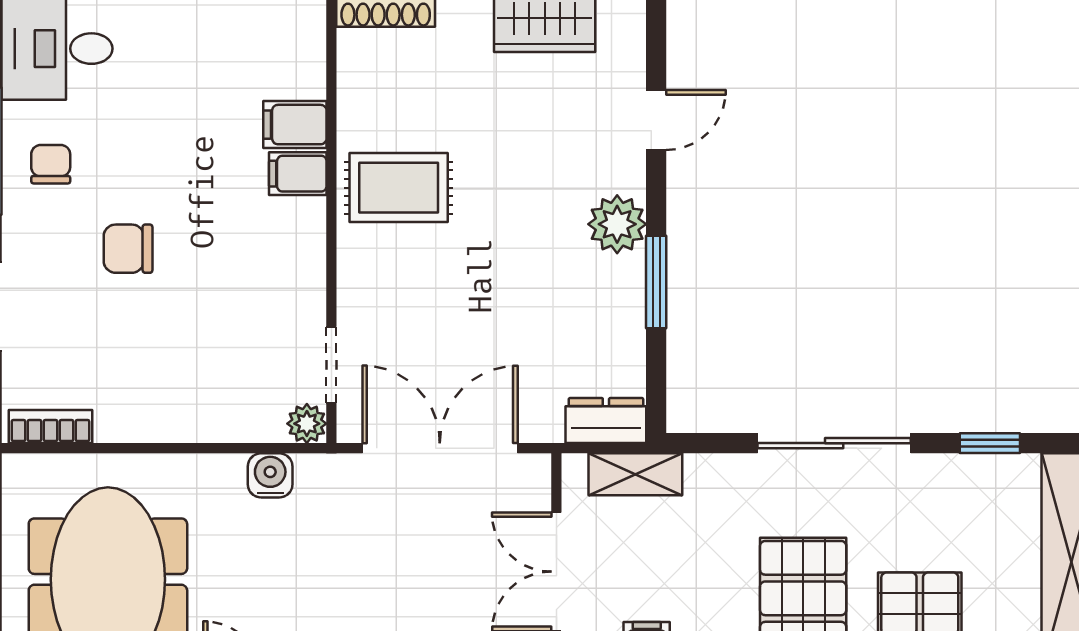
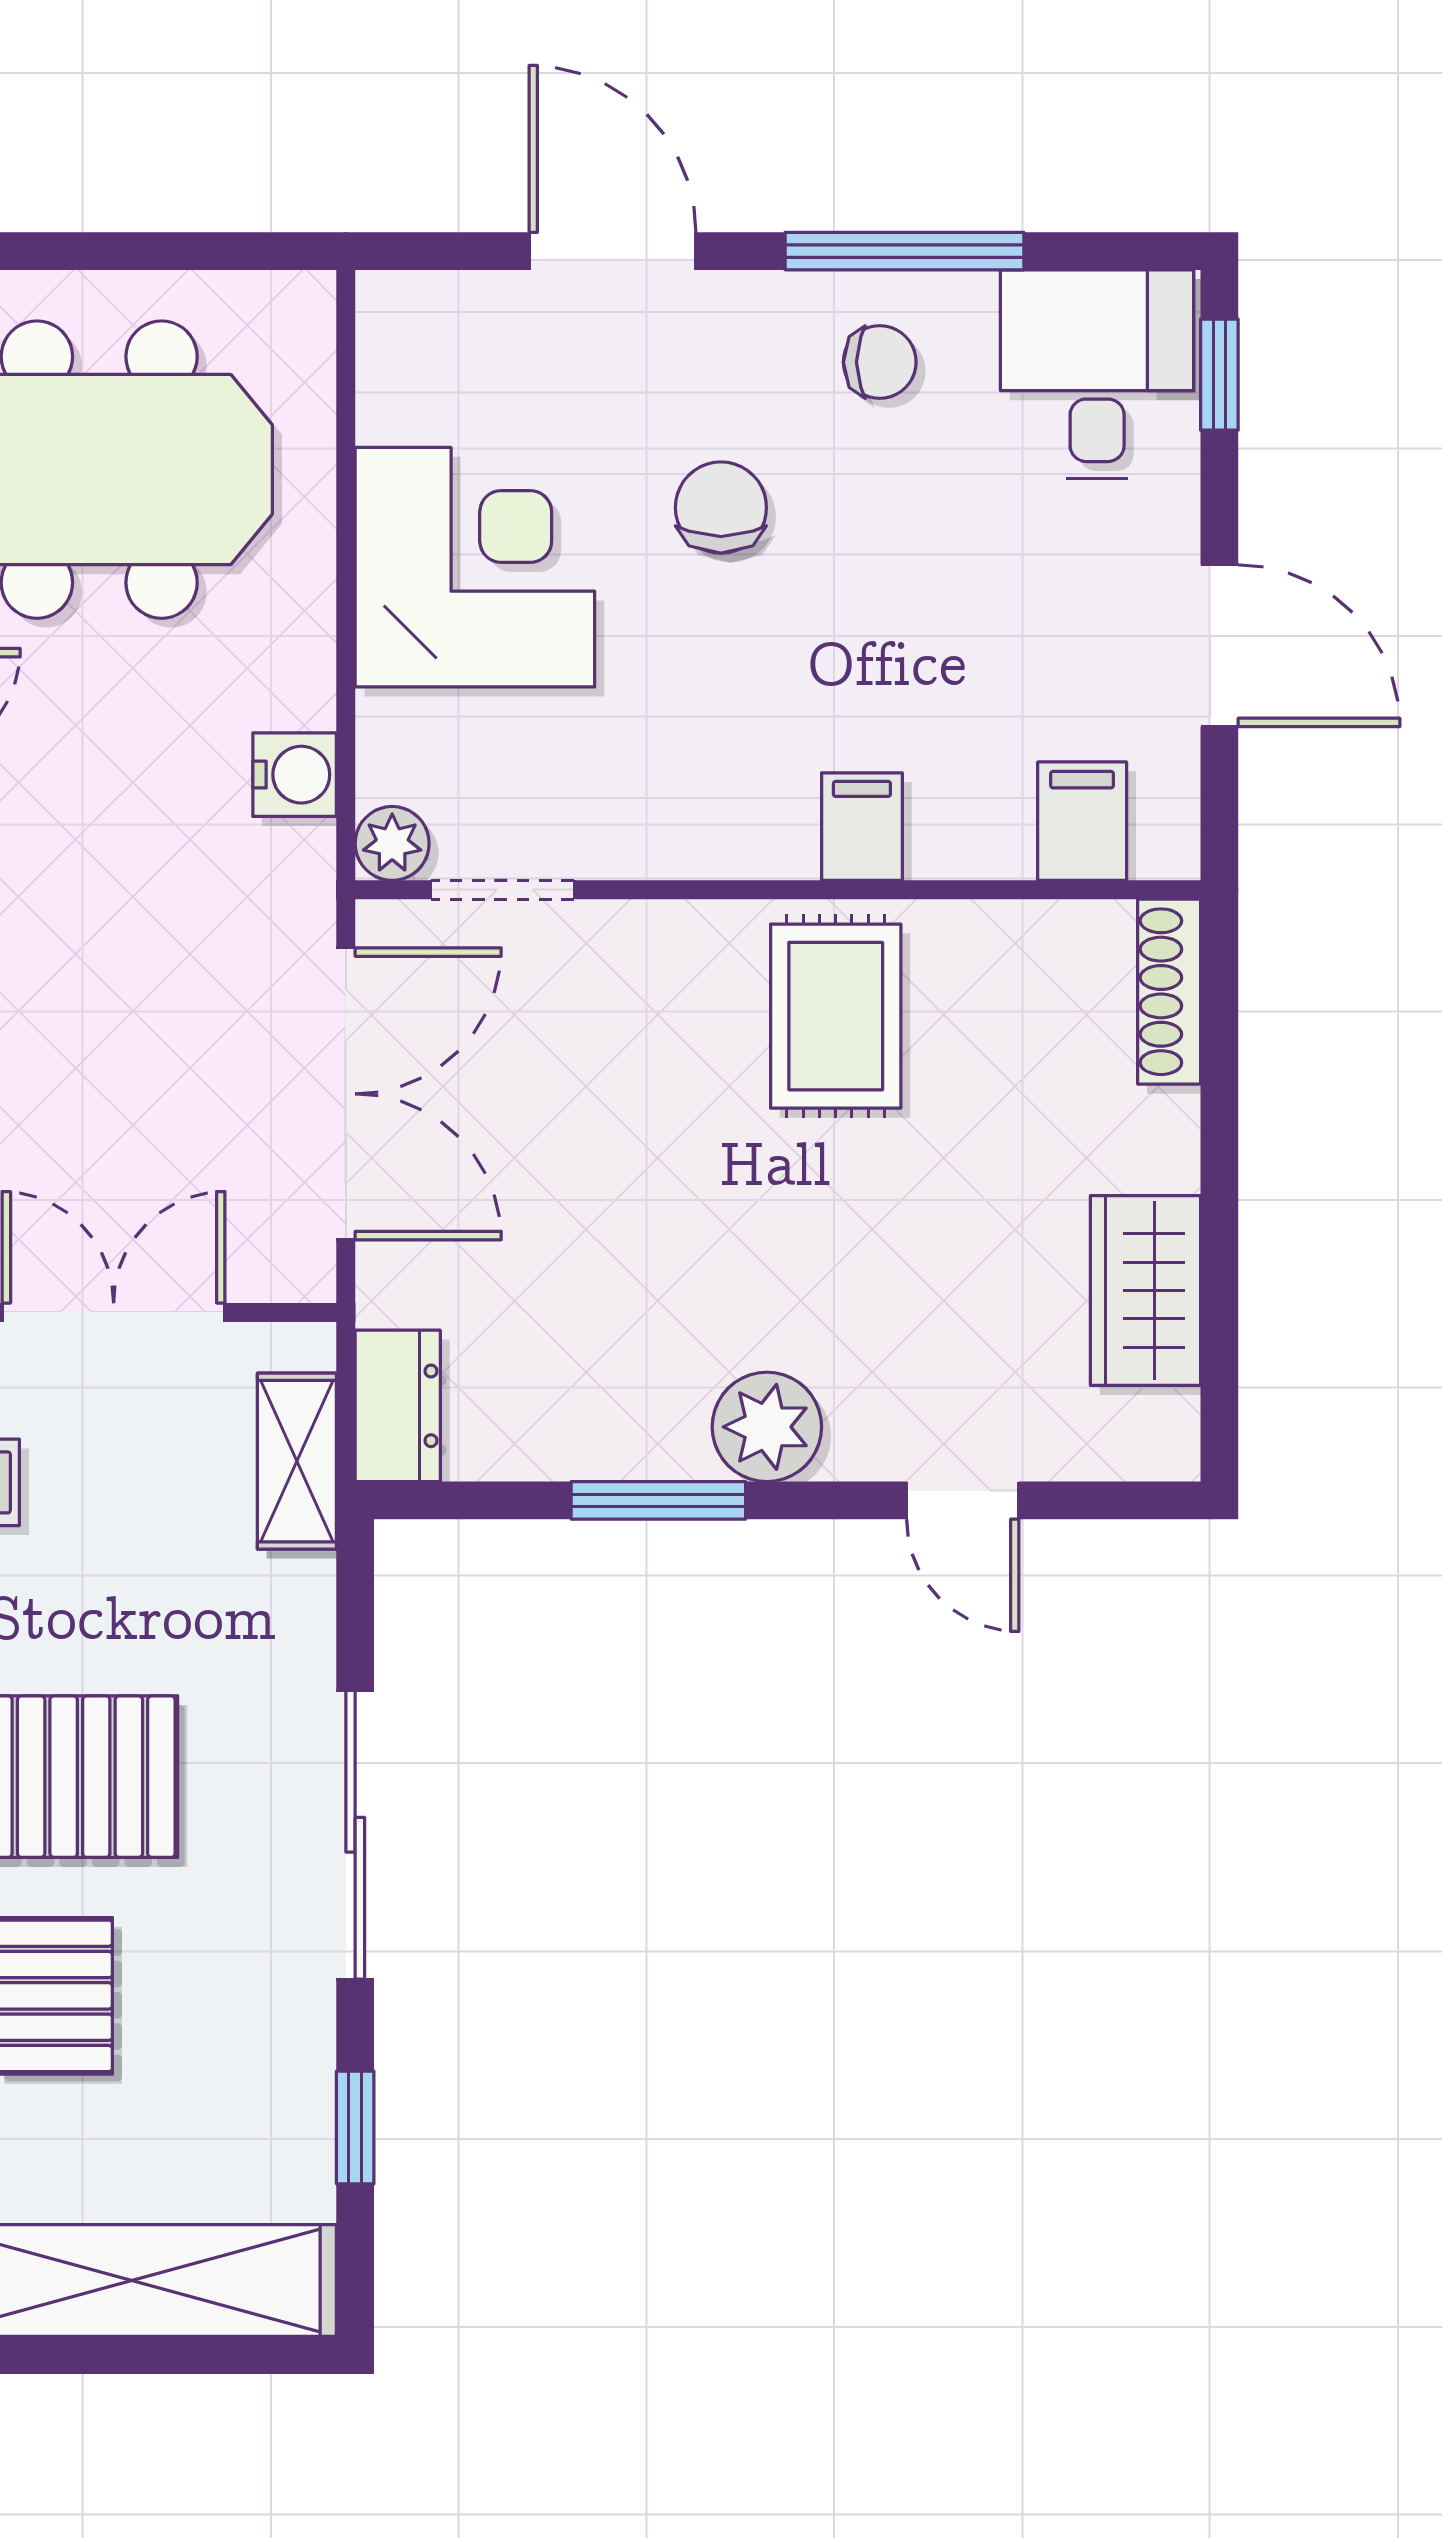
filing cabinet: (295, 125) -> (1082, 821), moved
corner desk: (160, 379) -> (475, 567), added
bookcase: (50, 427) -> (387, 362), removed

